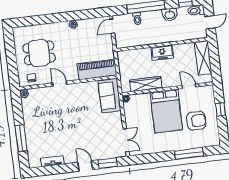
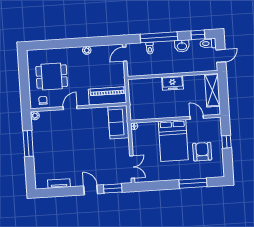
door: (60, 84) -> (70, 108), hinge flipped
wardrobe: (146, 84) -> (155, 113), removed
armchair: (196, 121) -> (202, 152), turned -90
window: (21, 138) -> (28, 144), moved

